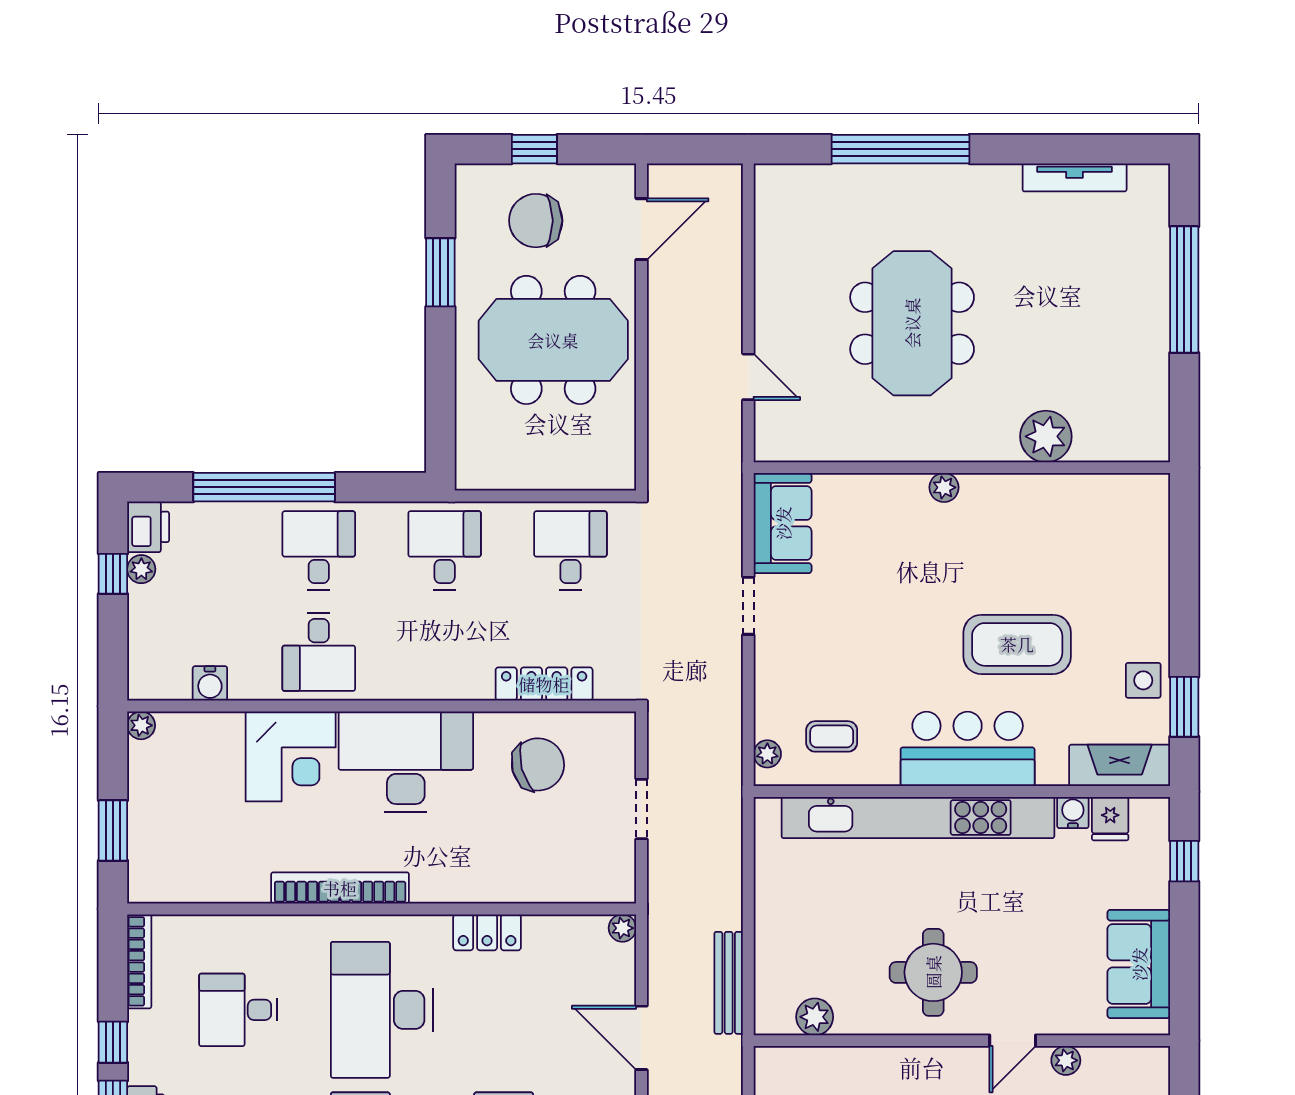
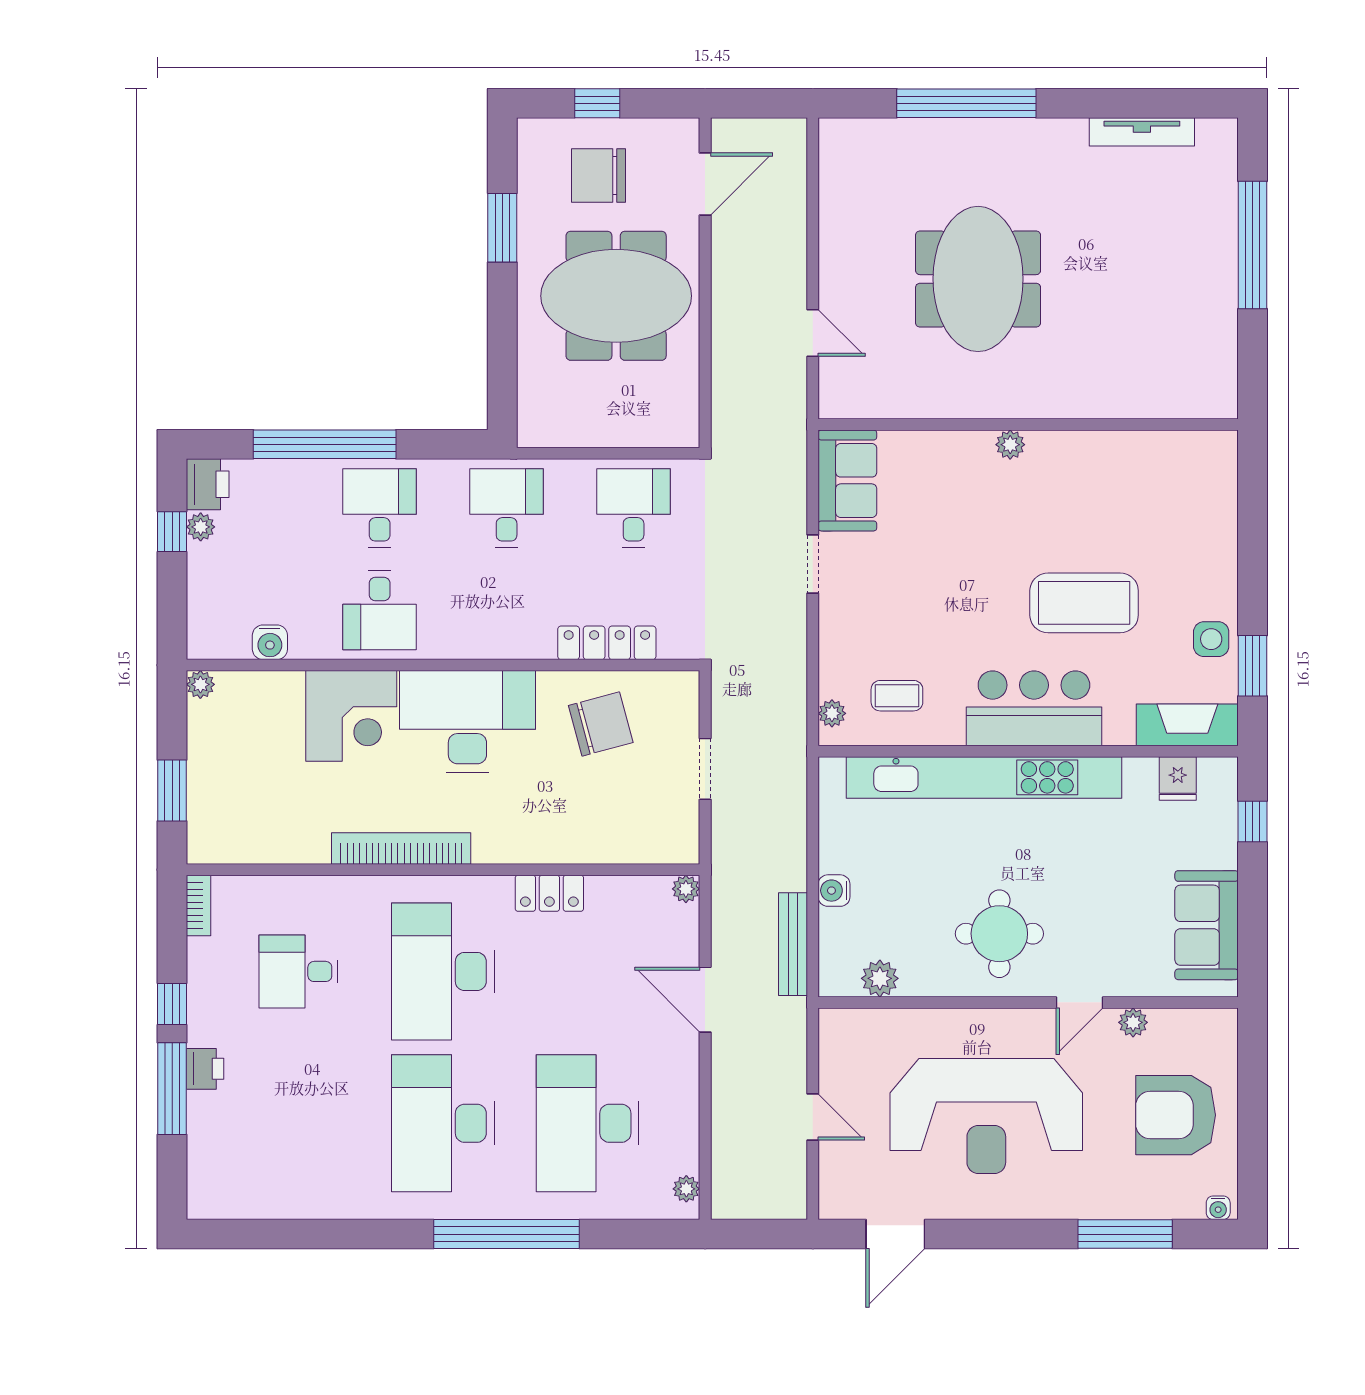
plant: (1046, 436) -> (1113, 393), removed
water cooler: (1073, 813) -> (834, 891), moved, turned -90
bookcase: (139, 961) -> (199, 905), width x0.64

